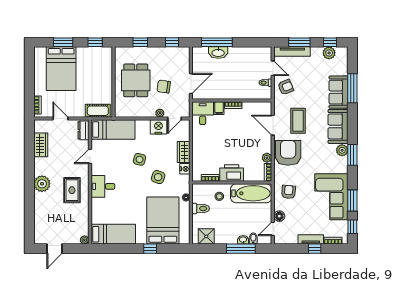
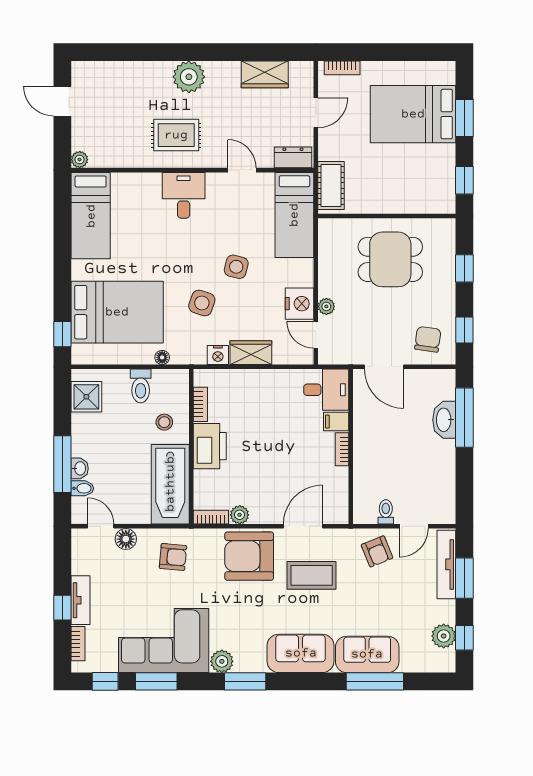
chair: (164, 87) -> (428, 339), moved
plant: (342, 150) -> (222, 661), moved
armchair: (288, 153) -> (249, 556), turned 180
window: (150, 249) -> (62, 334), moved

